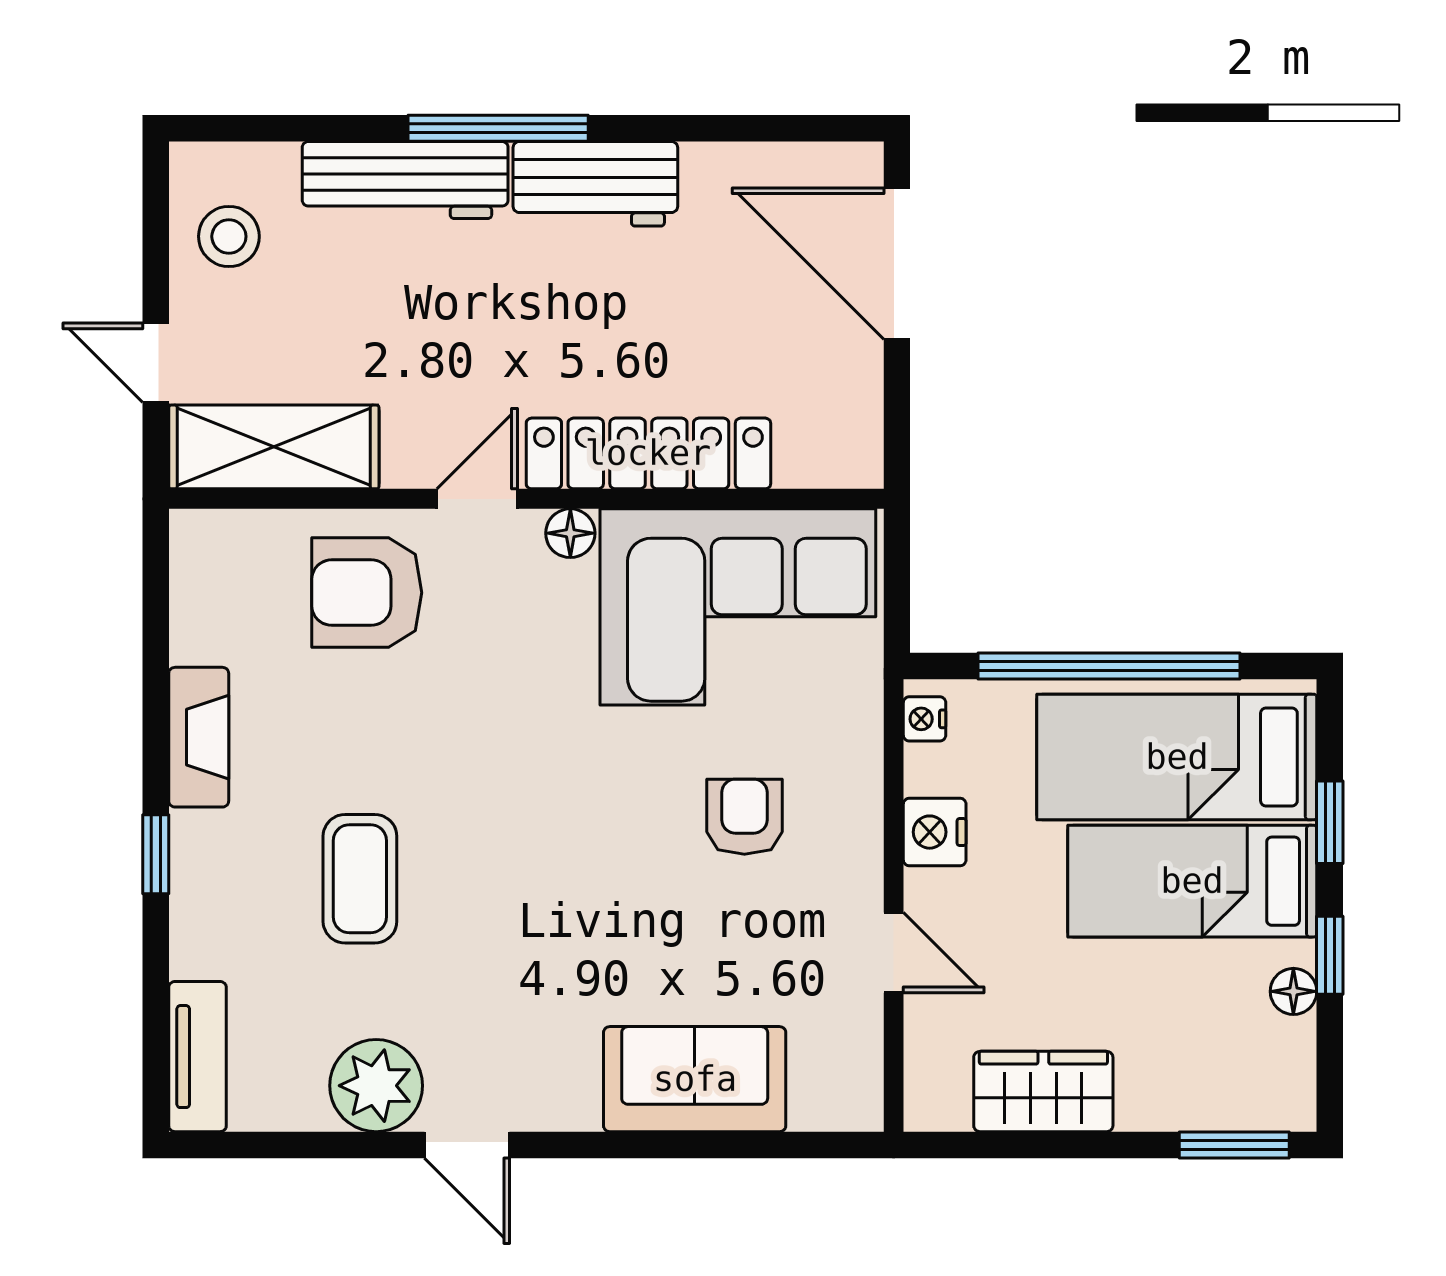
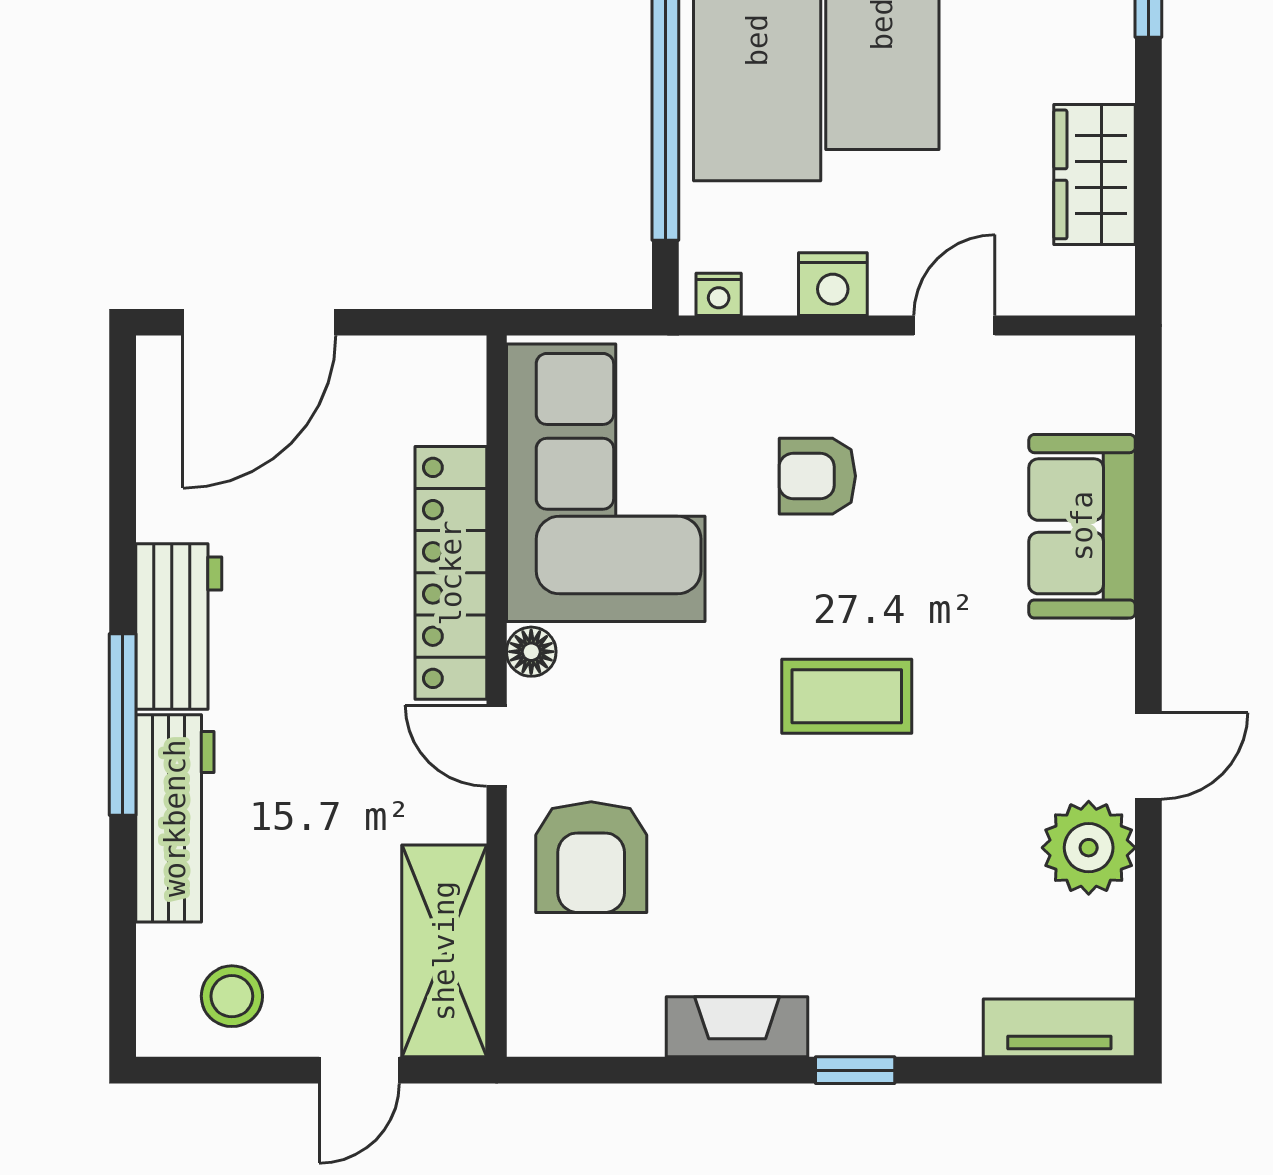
coffee table: (360, 879) -> (847, 696), moved

